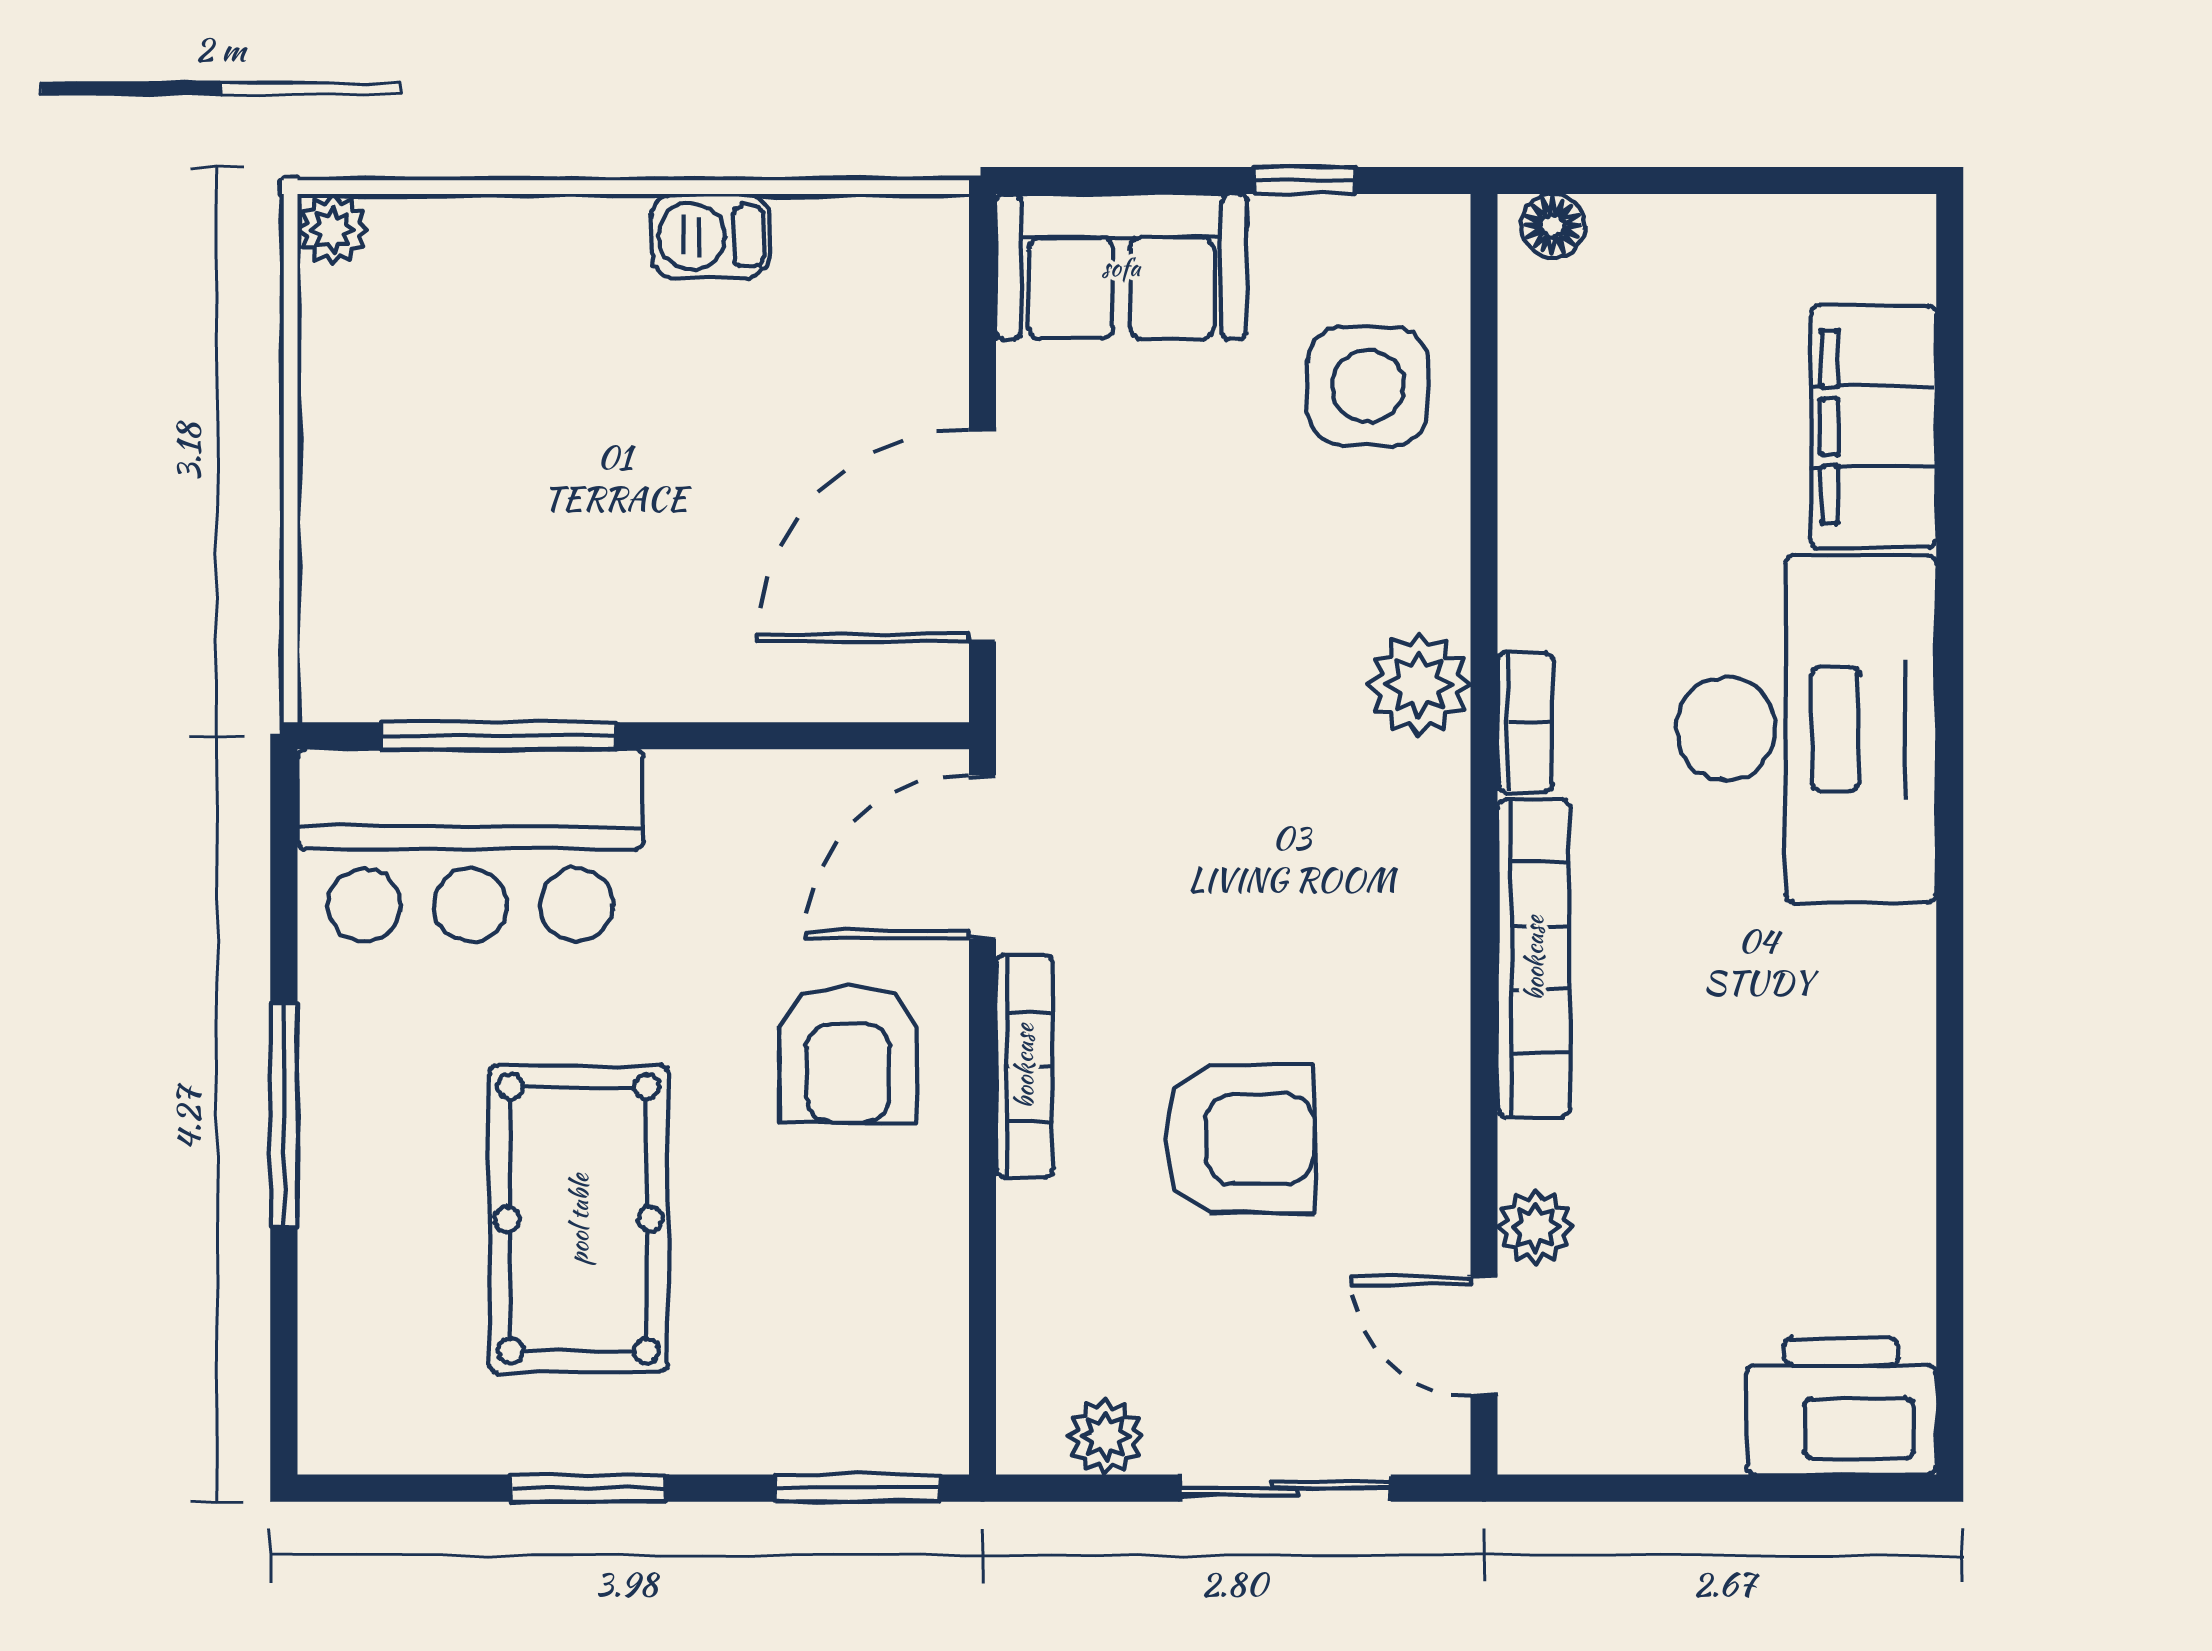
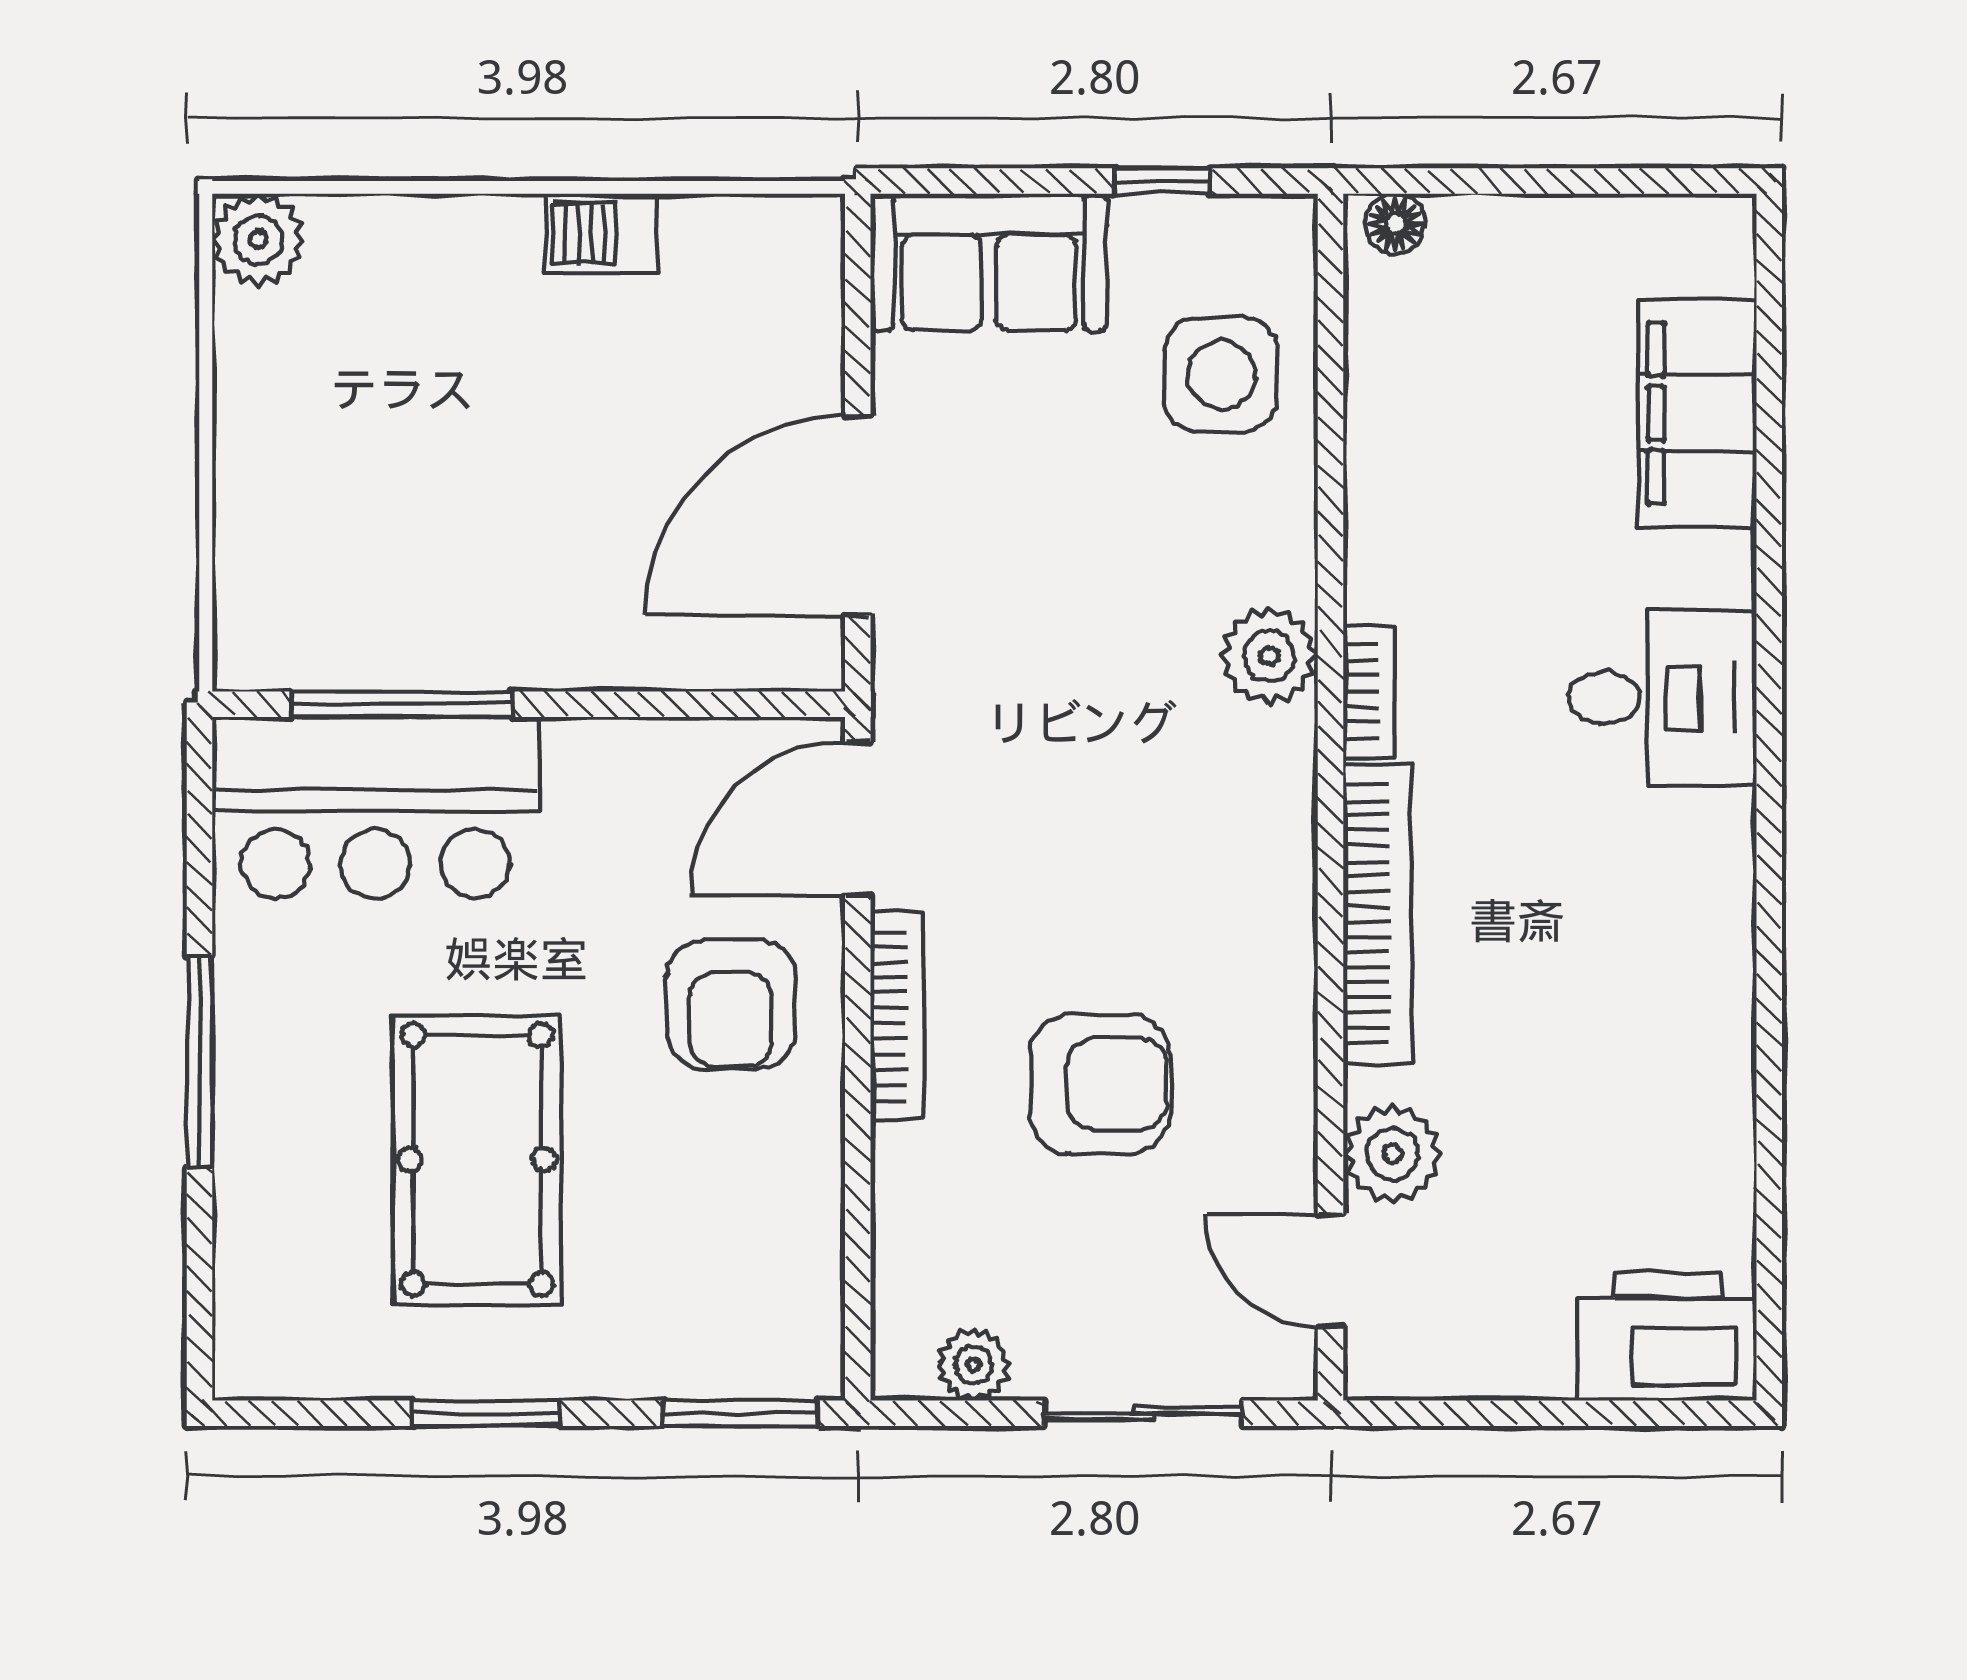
plant: (333, 229) -> (258, 240), width x1.38, depth x1.38
desk: (1806, 729) -> (1662, 698), width x0.53, depth x0.77
plant: (1535, 1227) -> (1392, 1154), width x1.38, depth x1.38

